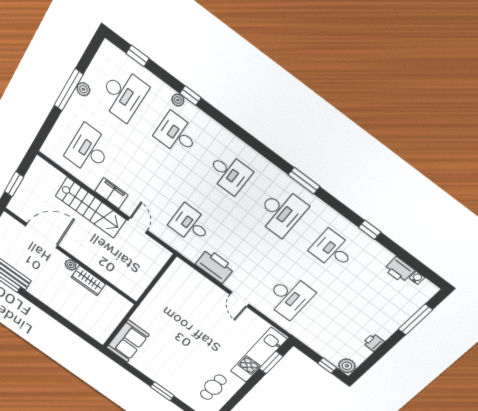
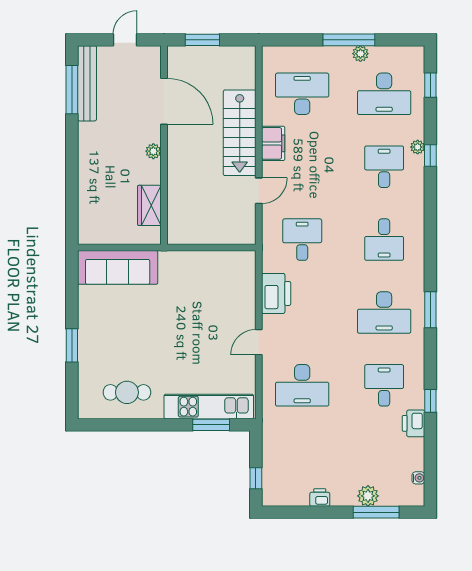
printer: (399, 270) -> (414, 423), moved
wardrobe: (88, 281) -> (149, 205), moved
sofa: (128, 341) -> (118, 267), width x1.36
plant: (347, 366) -> (368, 496), moved

